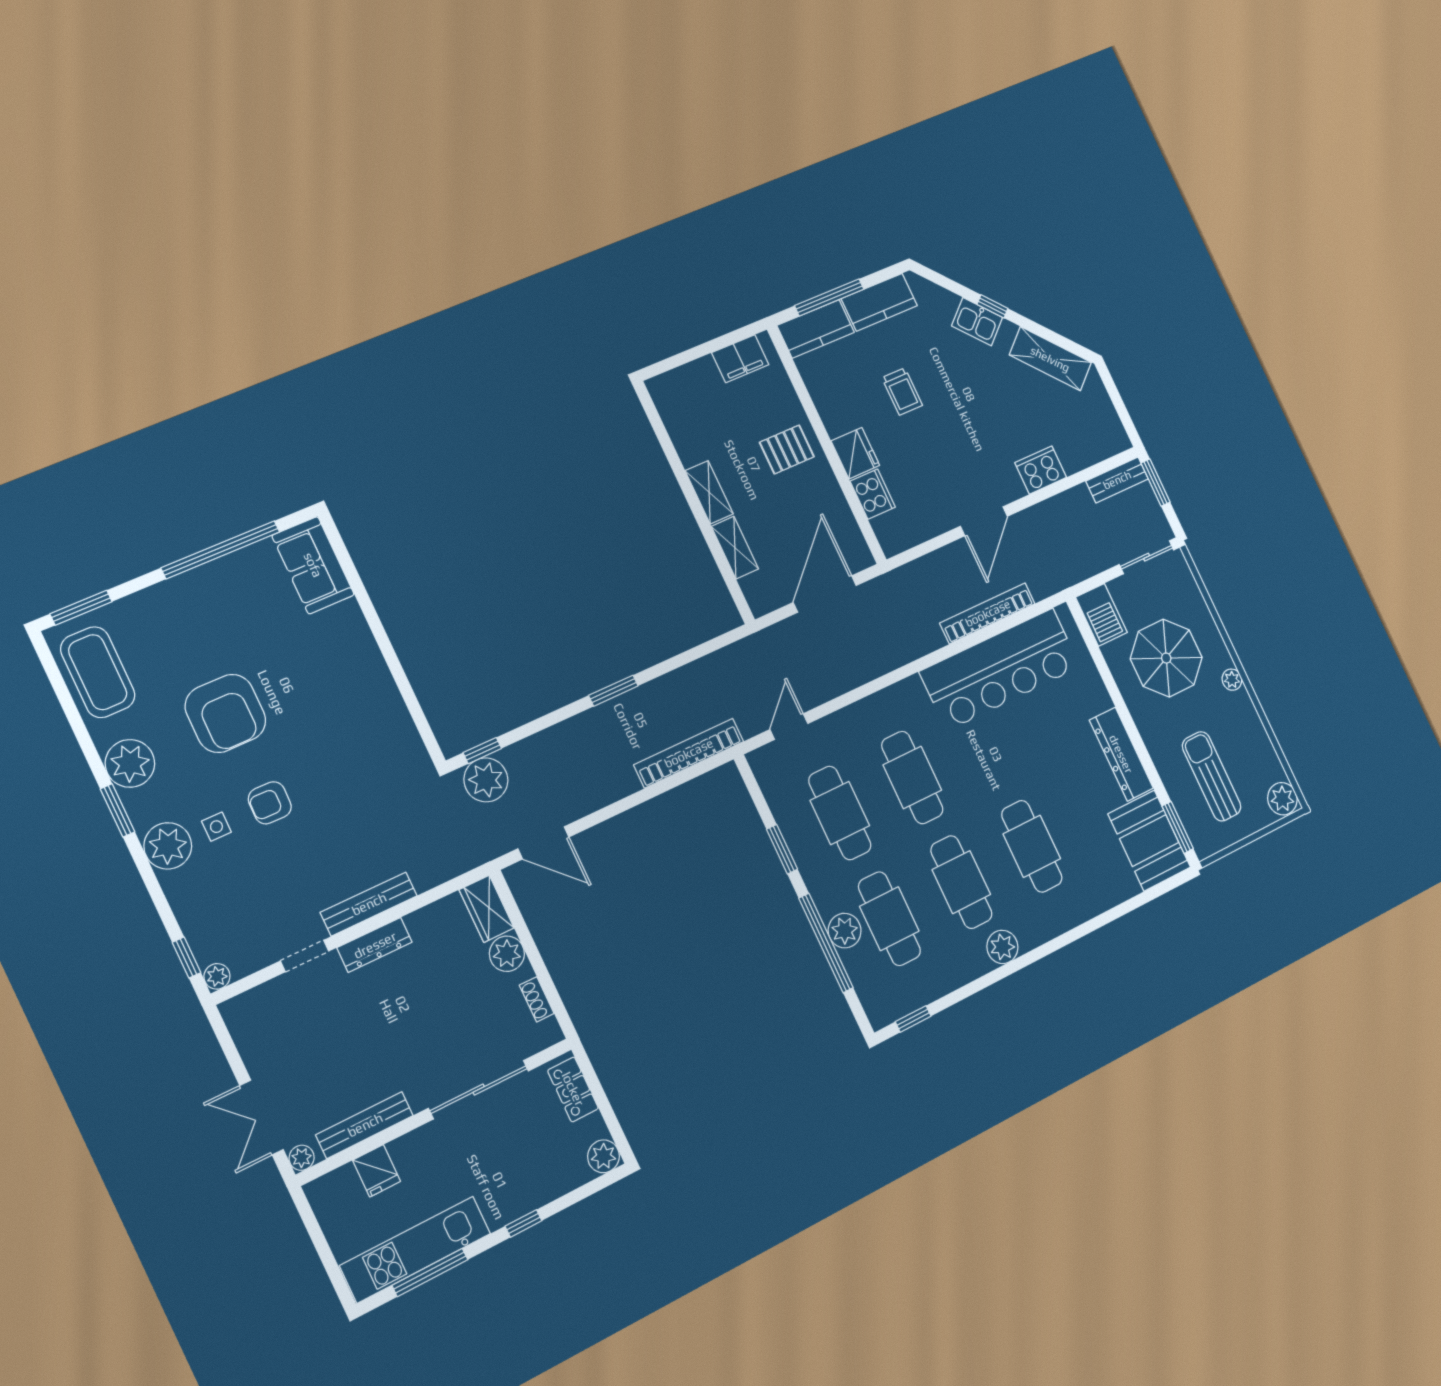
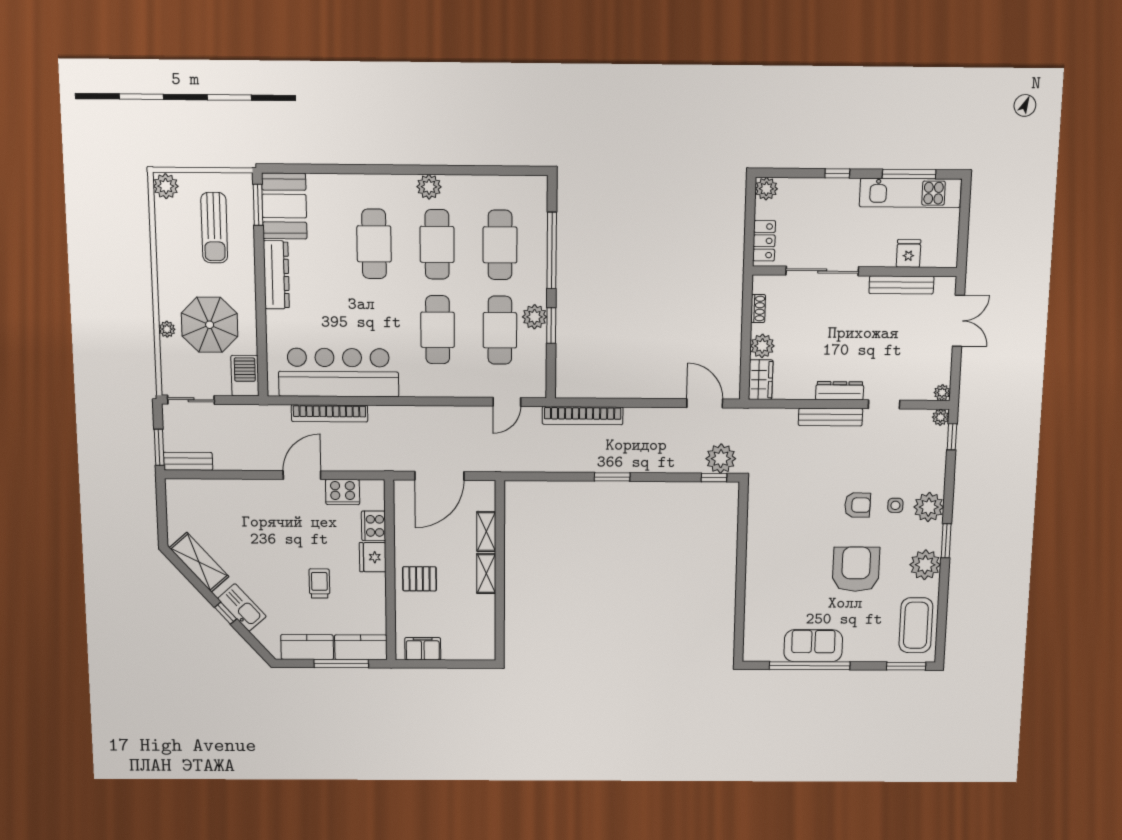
kitchen sink: (977, 322) -> (242, 607), width x1.38
cooker: (1041, 470) -> (343, 492), moved
sofa: (313, 565) -> (813, 646), moved, turned -90
plant: (1232, 680) -> (167, 329), moved
plant: (845, 931) -> (535, 317), moved
window: (913, 1019) -> (516, 171), removed
plant: (302, 1158) -> (942, 393), moved

